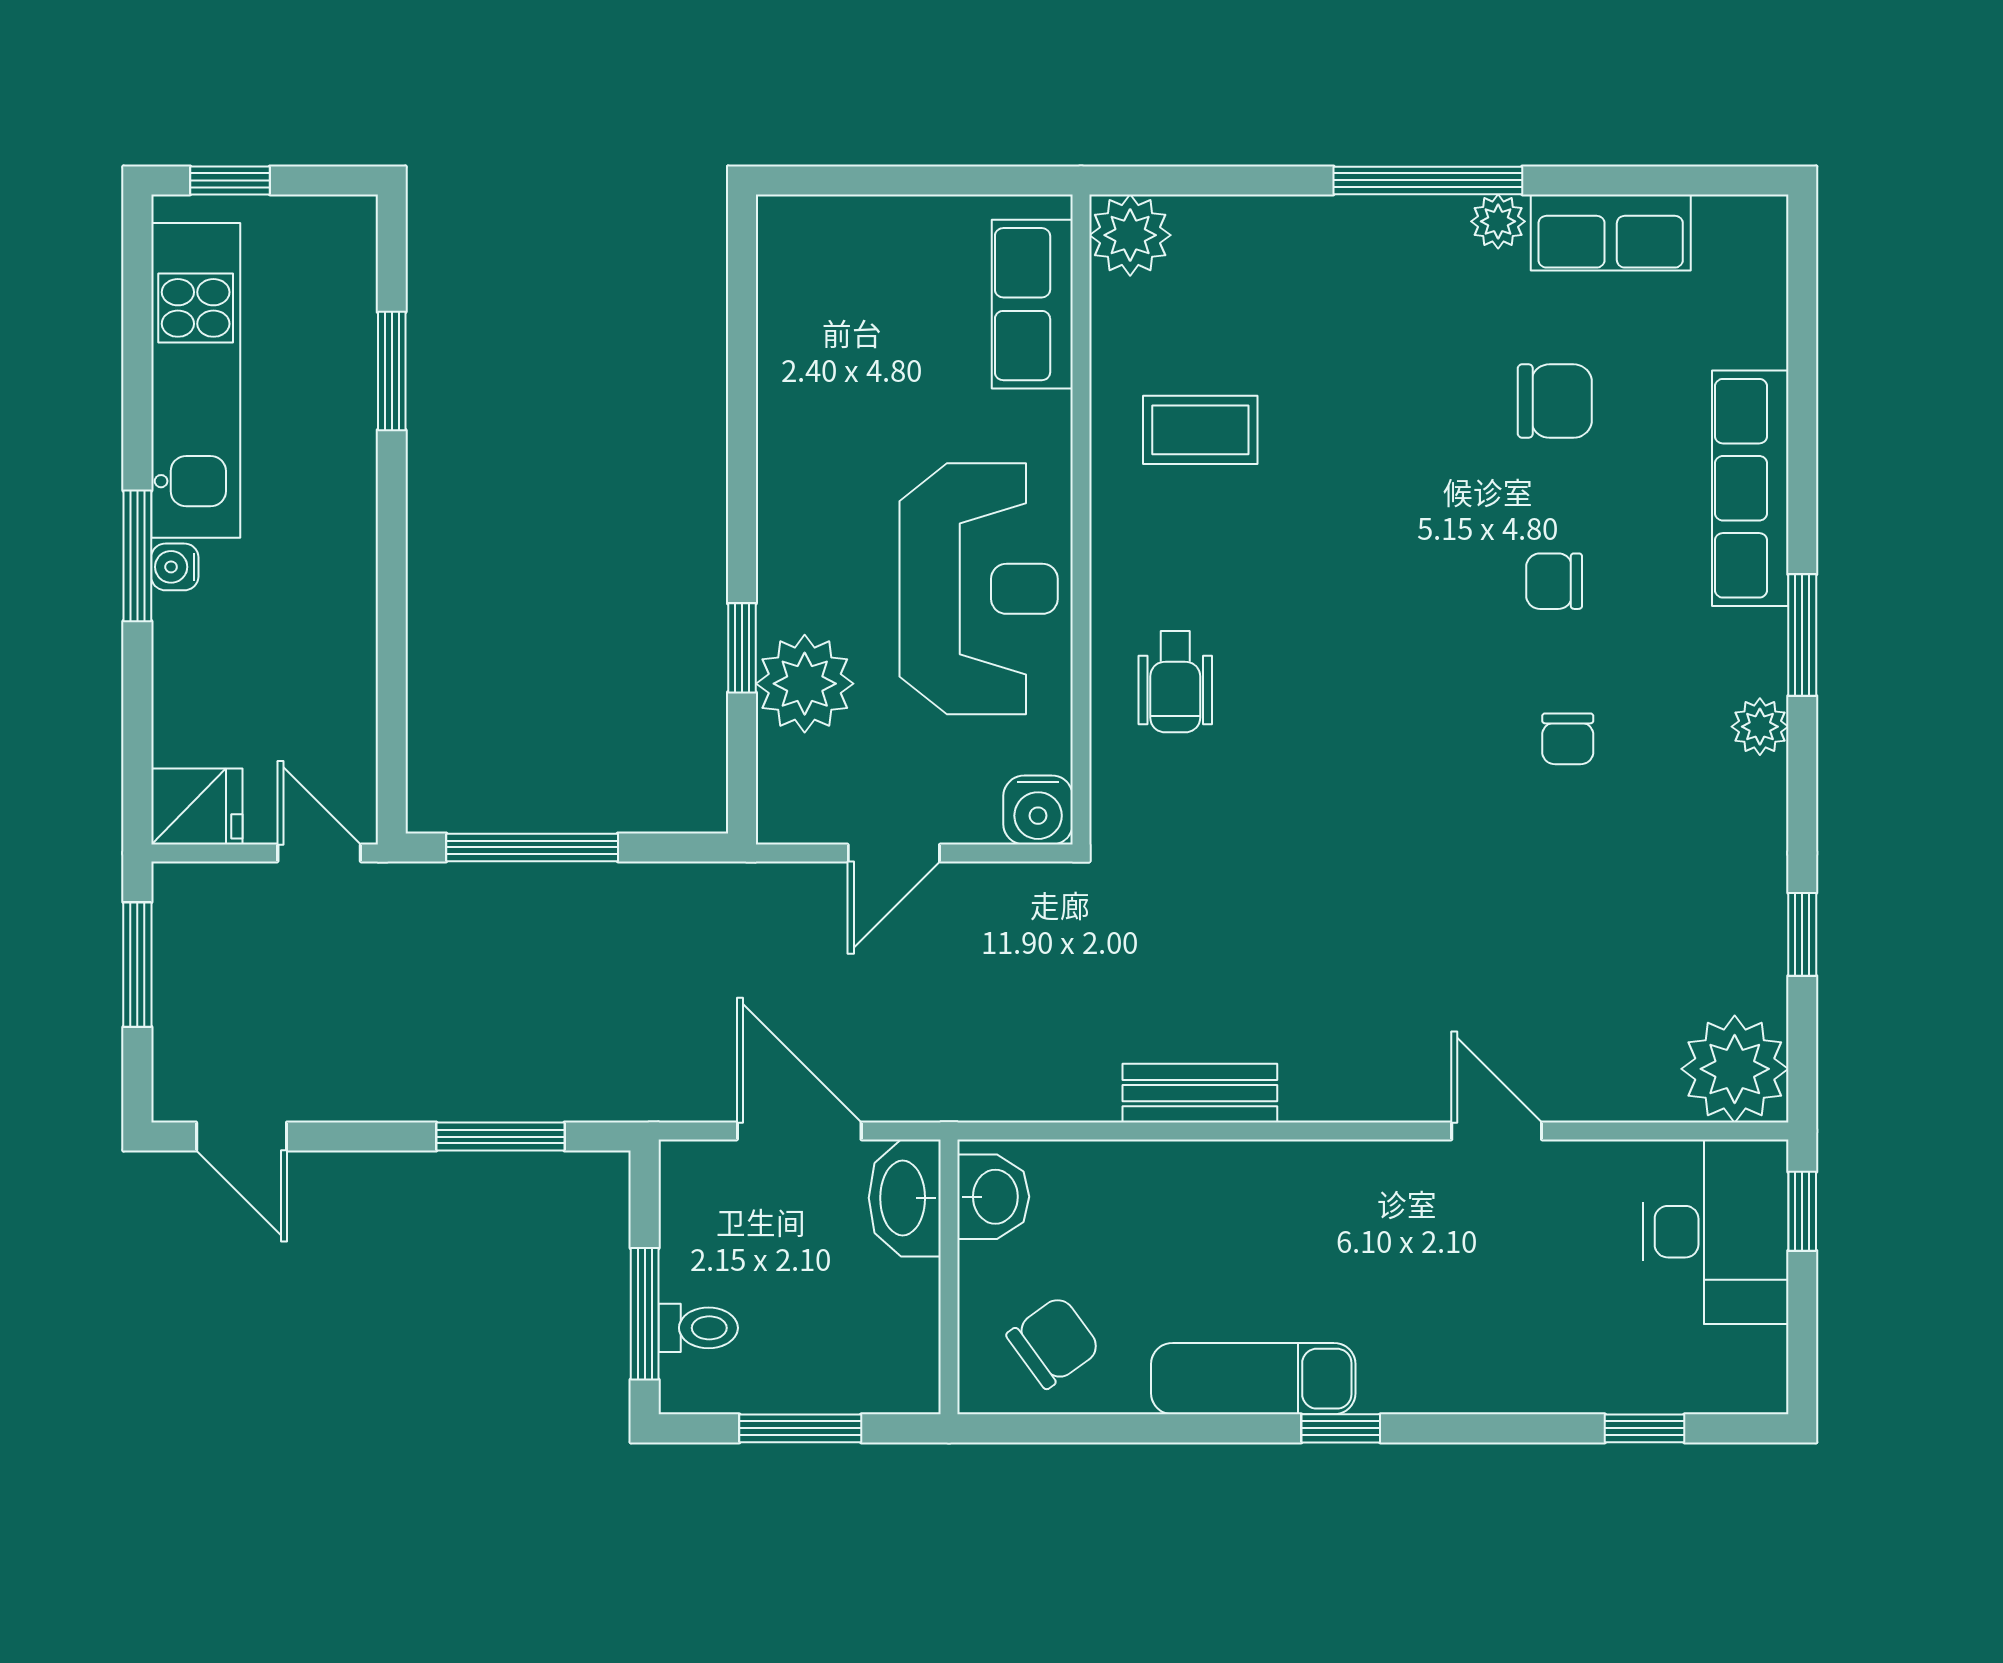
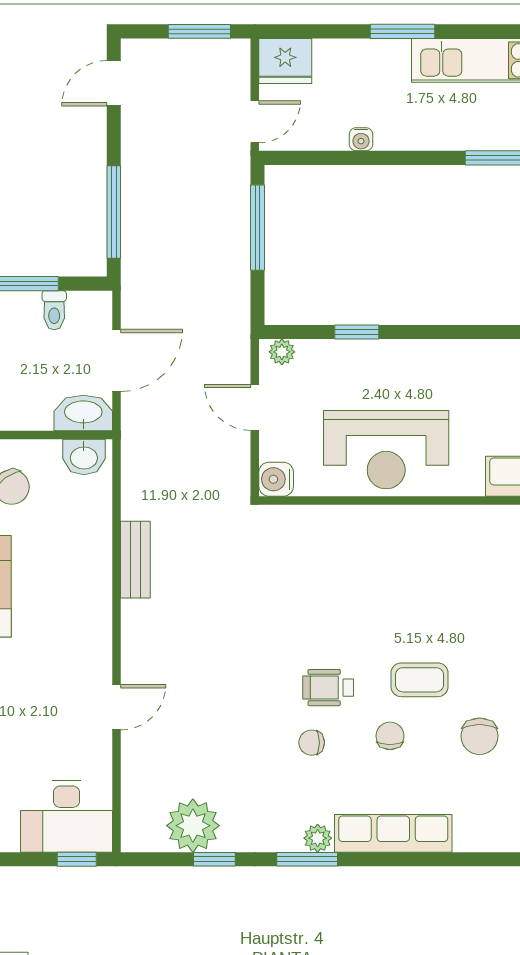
coffee table: (1200, 430) -> (420, 680), moved, turned 90
row of seats: (1750, 488) -> (393, 833), moved
water cooler: (175, 567) -> (361, 139), moved, turned 180
window: (1802, 635) -> (307, 859), moved
wheelchair: (1175, 682) -> (328, 688), moved
plant: (805, 684) -> (282, 352), moved, width x0.53, depth x0.53
fridge: (197, 807) -> (285, 61), width x1.38
plant: (1735, 1069) -> (193, 826), moved
window: (500, 1137) -> (114, 212), width x1.44
toilet: (698, 1328) -> (54, 310), moved

